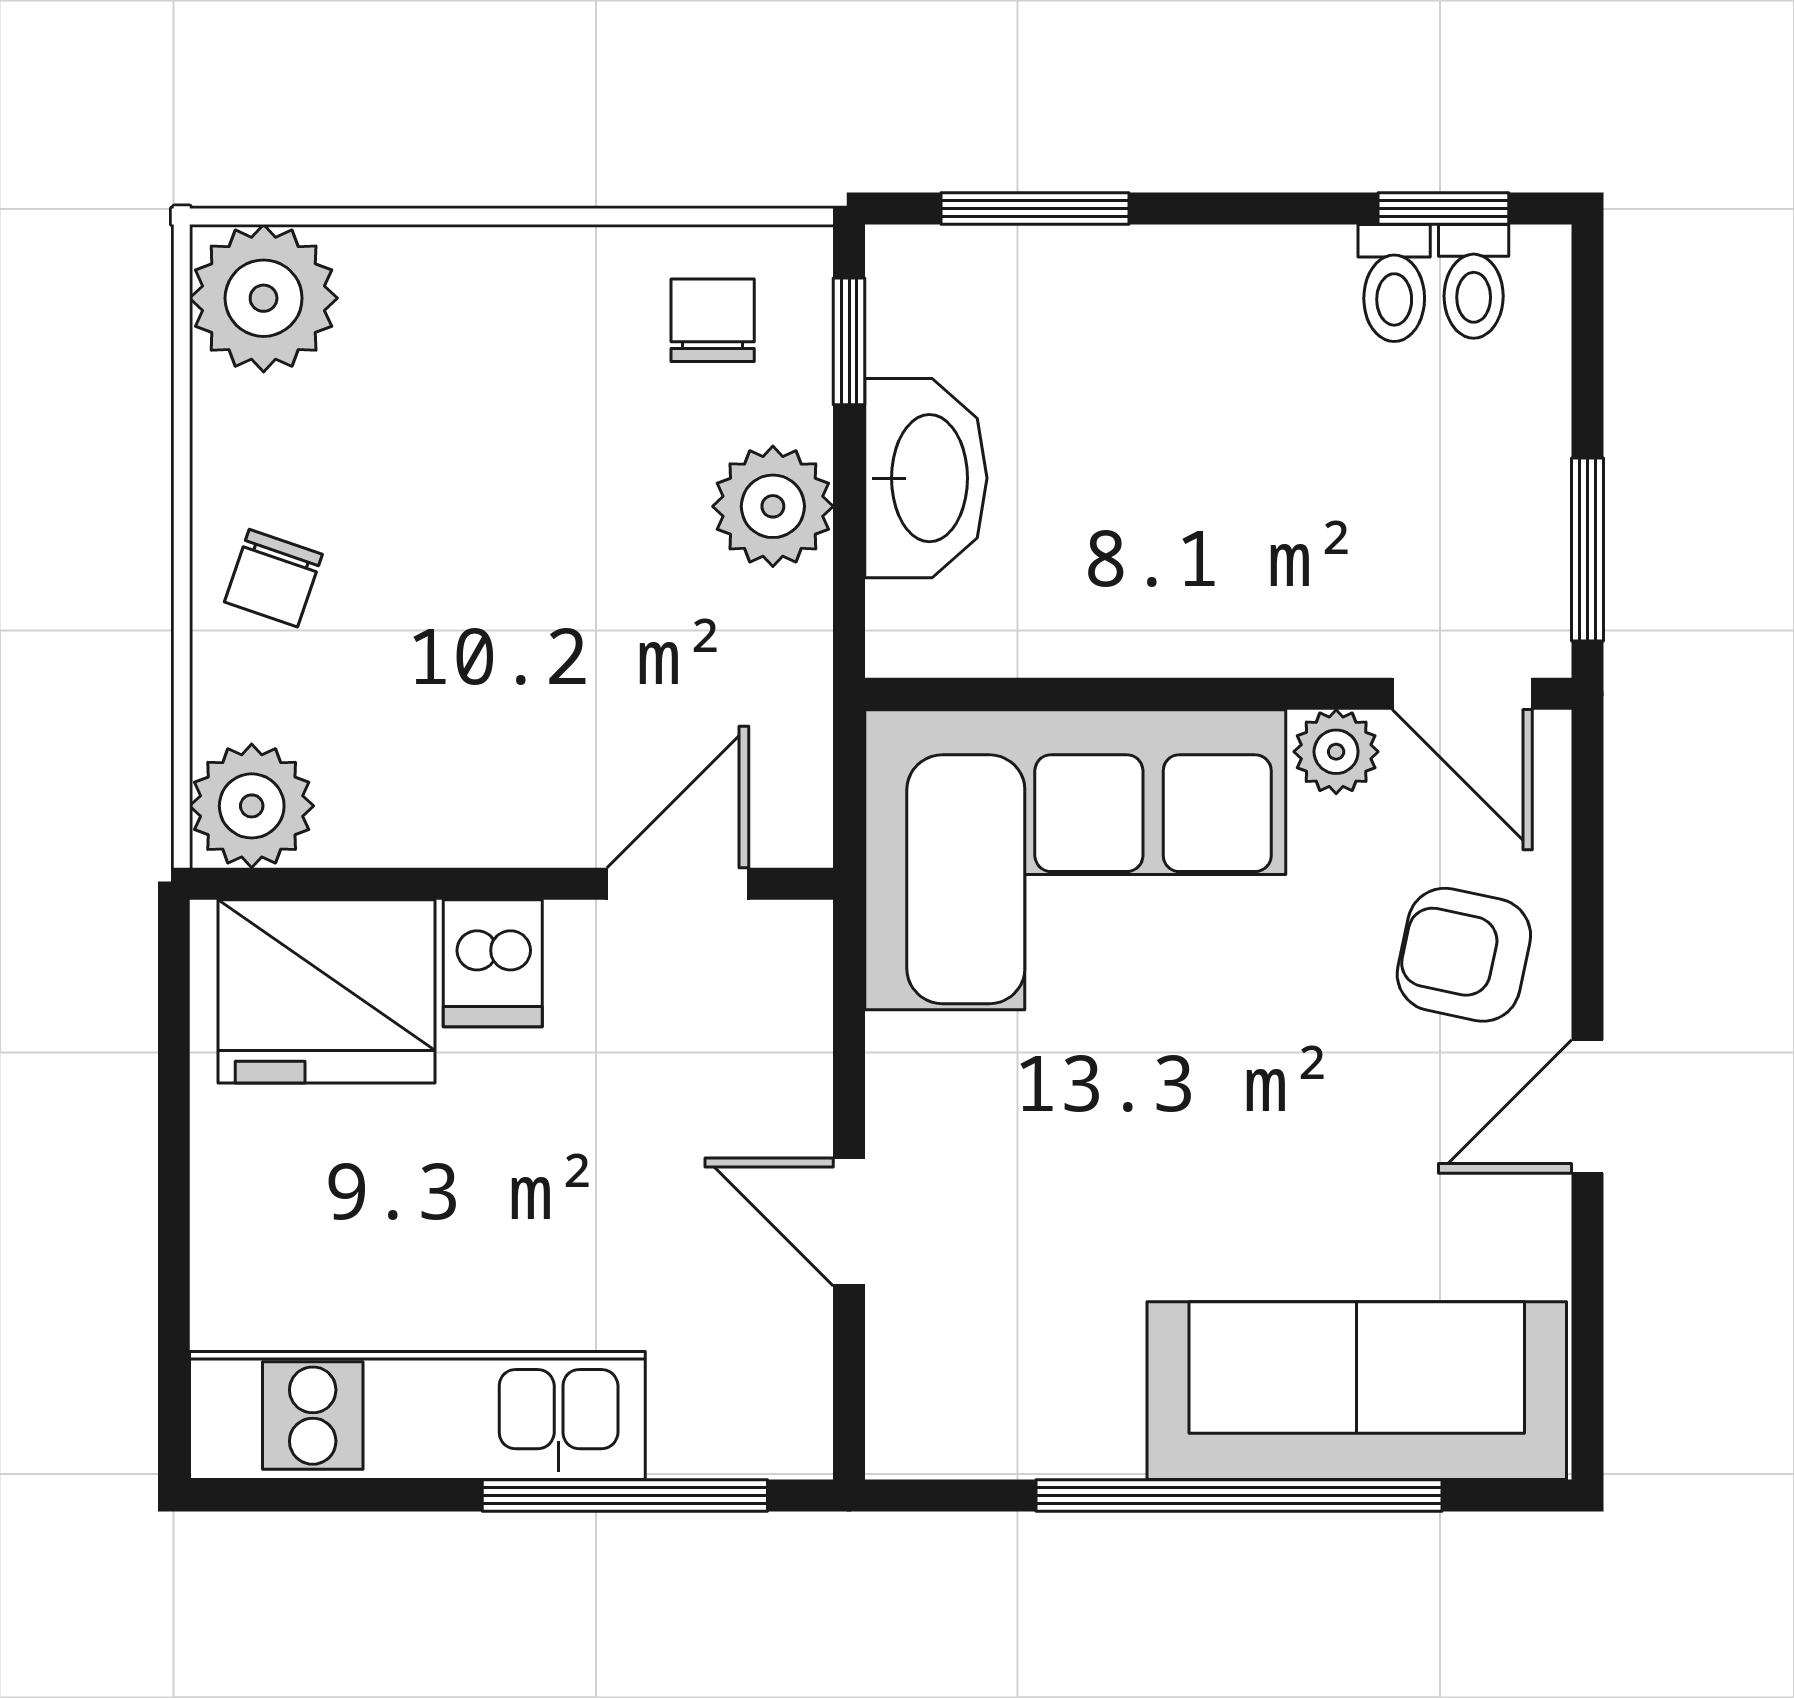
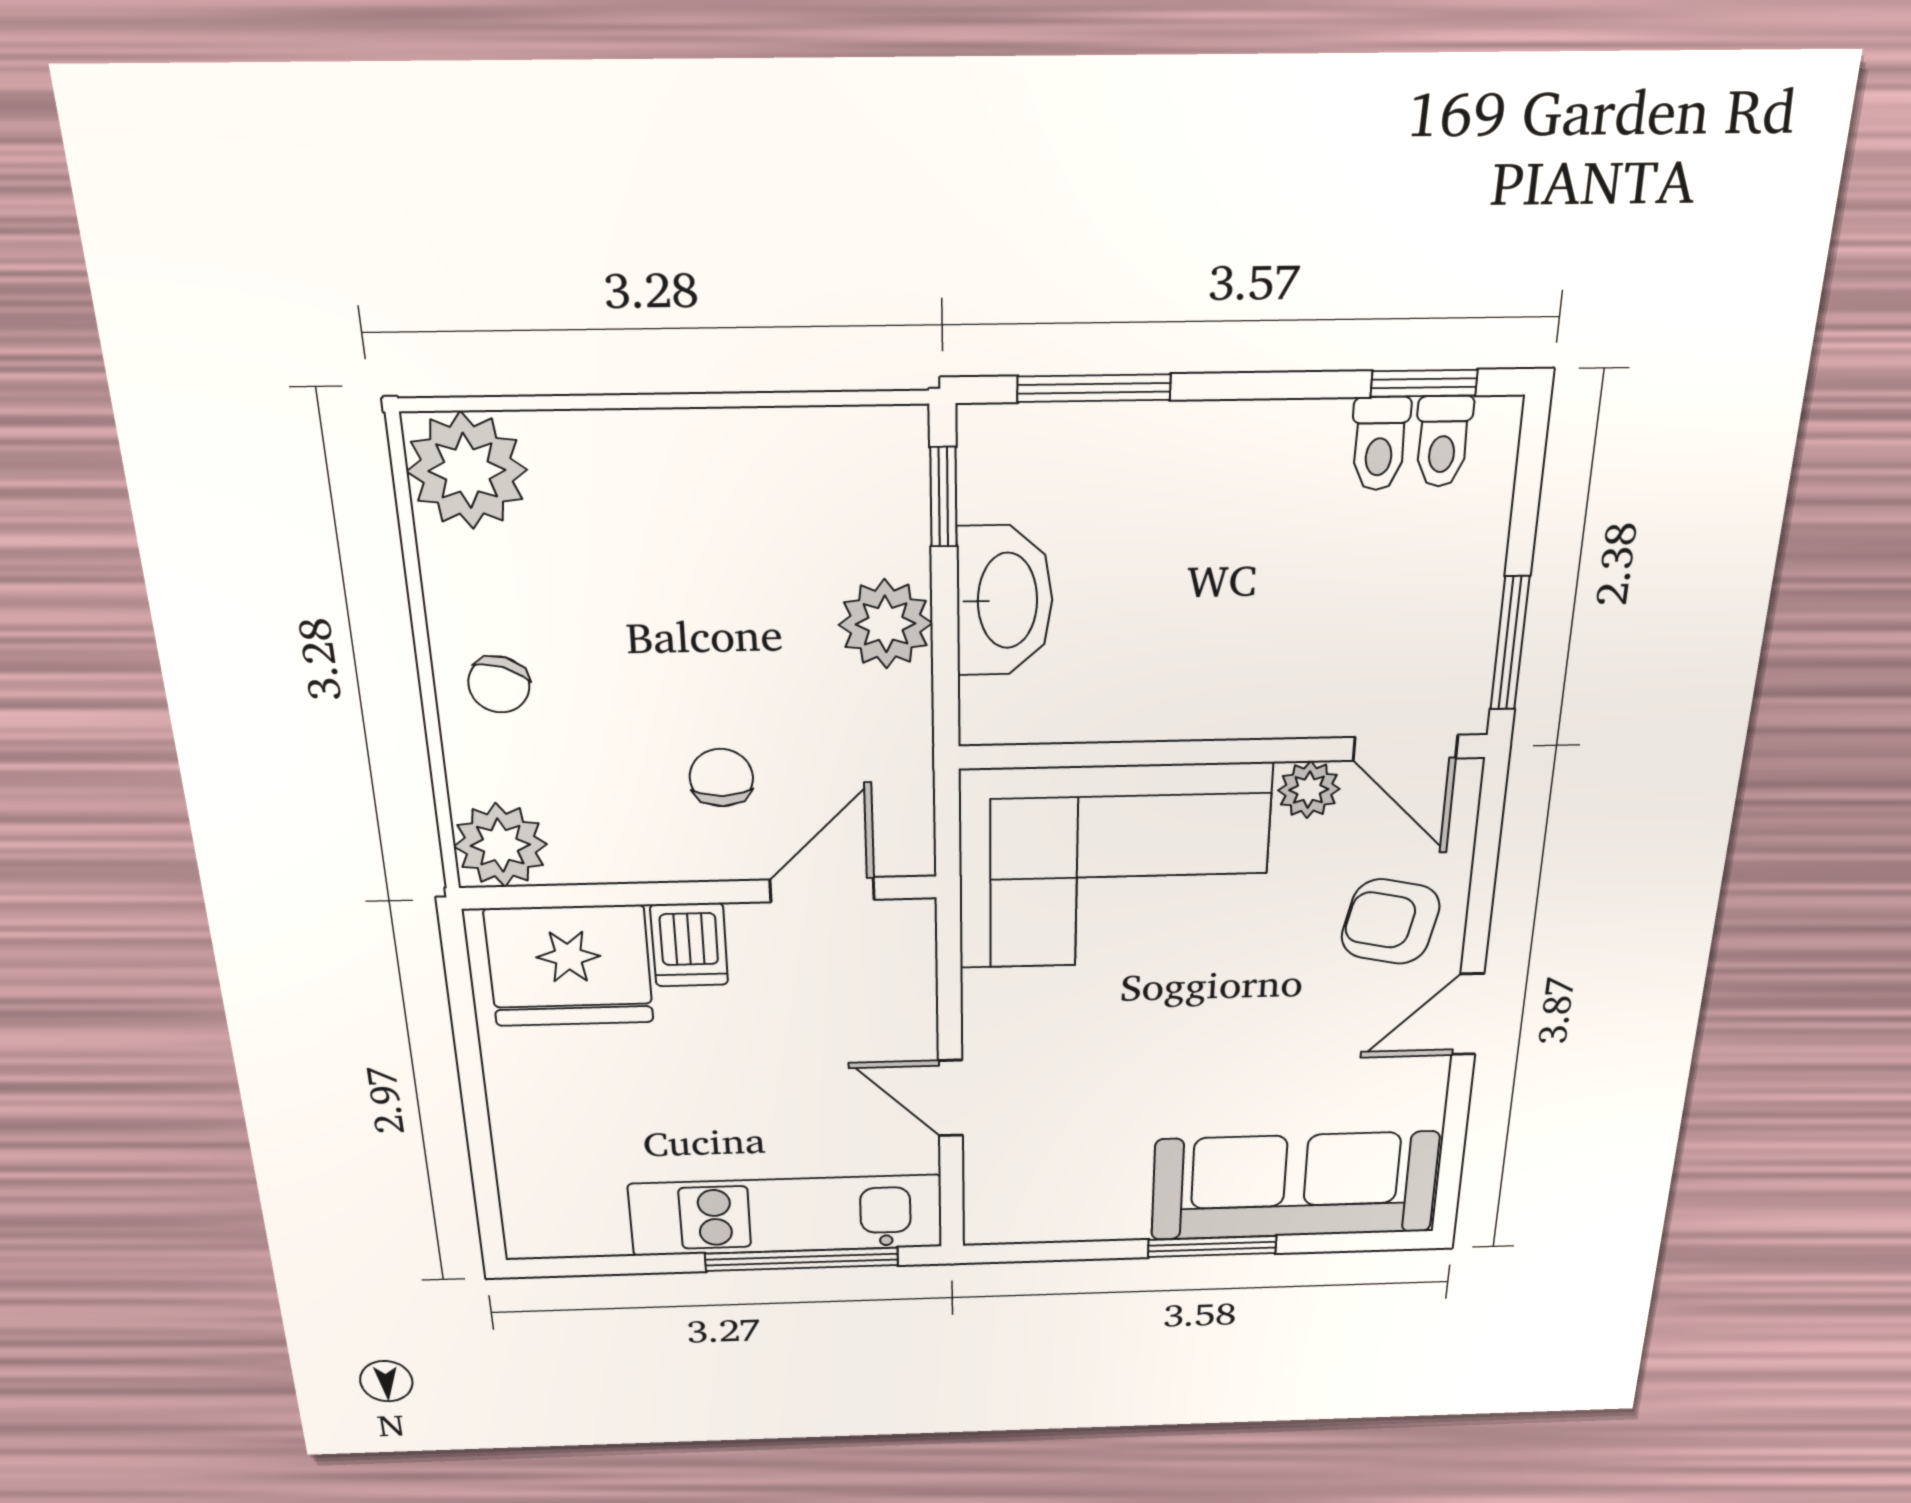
chair: (713, 320) -> (721, 778), moved
kitchen unit: (417, 1416) -> (786, 1215), moved
window: (1239, 1496) -> (1212, 1247), width x0.47

